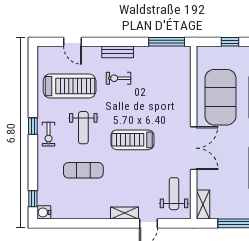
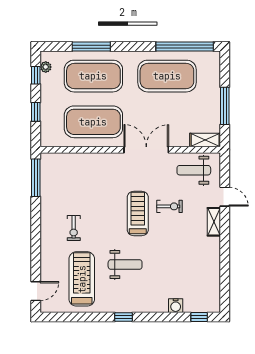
door: (72, 42) -> (36, 291), moved
bench: (118, 52) -> (46, 229), removed
exercise bike: (49, 134) -> (169, 206), moved
treadmill: (132, 140) -> (138, 213), turned 180
exercise mat: (83, 170) -> (169, 265), removed
water cooler: (44, 212) -> (176, 306), moved

